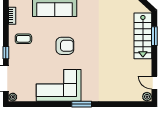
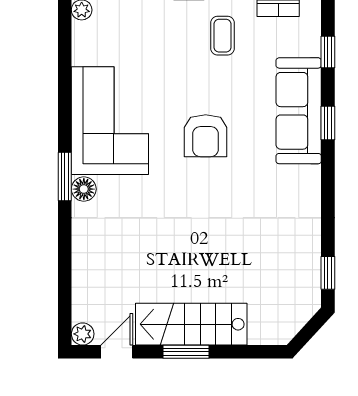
stairs: (143, 36) -> (191, 324), moved
window: (154, 36) -> (186, 352), moved
floor lamp: (87, 96) -> (84, 189), added

